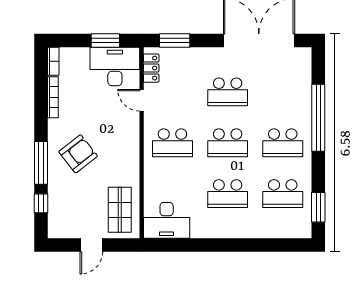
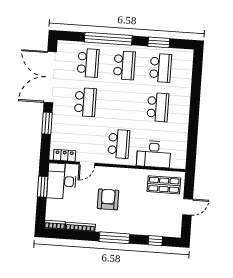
window: (175, 41) -> (47, 123), moved
school desk: (228, 143) -> (88, 63), moved
armchair: (78, 154) -> (108, 199), moved, turned 38
window: (41, 163) -> (114, 238), moved
window: (318, 207) -> (159, 42), moved
desk: (167, 220) -> (154, 154), moved, turned 90
door: (91, 245) -> (188, 207), hinge flipped

